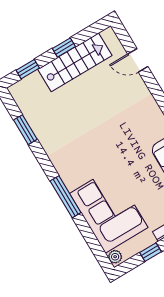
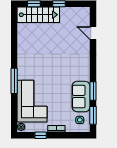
stairs: (75, 62) -> (38, 15), moved
window: (25, 130) -> (14, 34), removed

